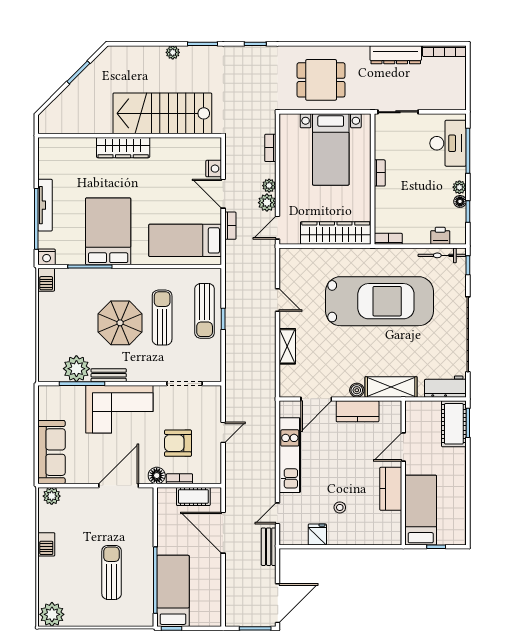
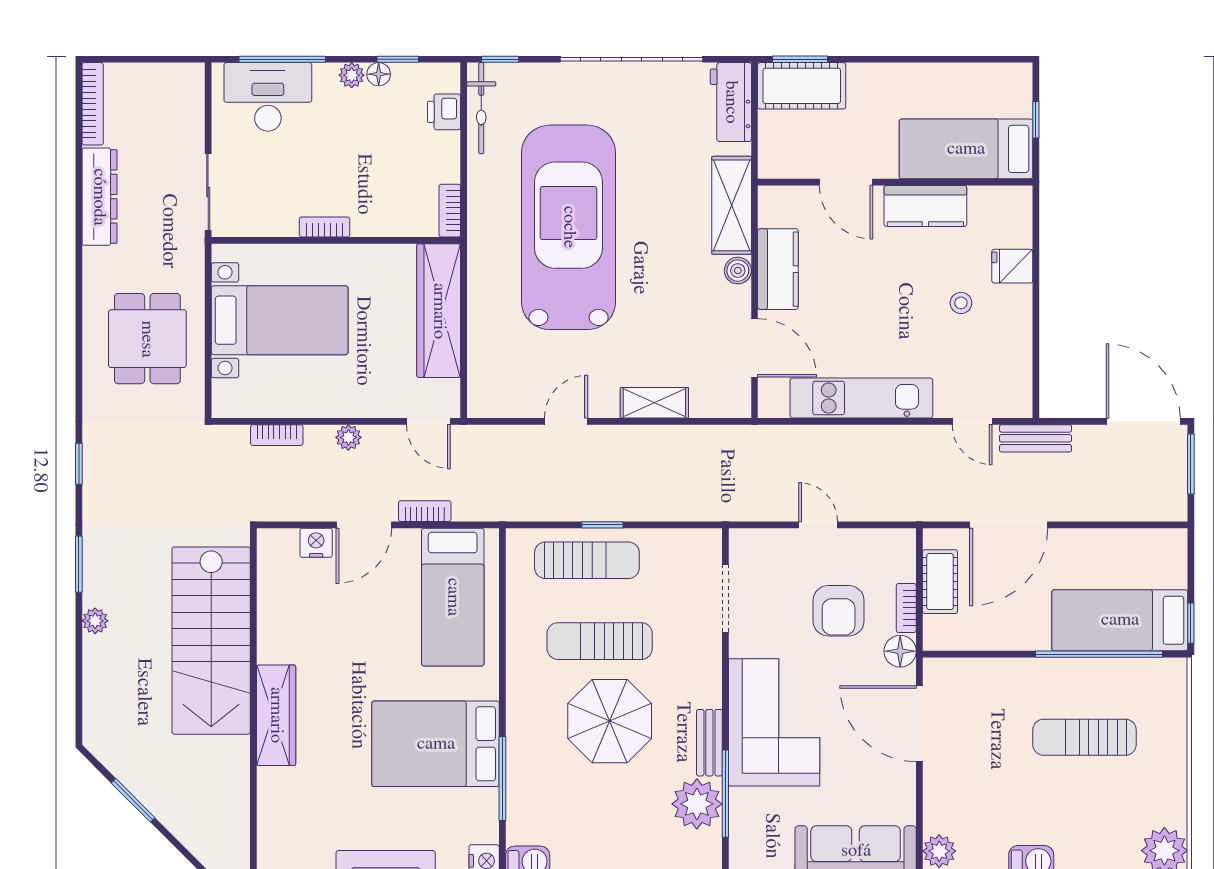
plant: (267, 203) -> (381, 442), removed
fridge: (317, 534) -> (1012, 266), moved

